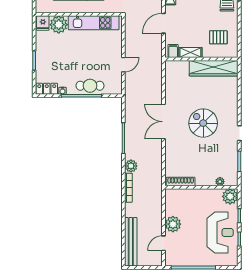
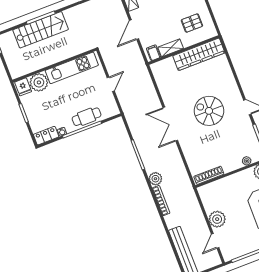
wall: (79, 14) -> (54, 65), moved
fridge: (43, 23) -> (23, 87), moved
kitchen unit: (94, 23) -> (72, 68), moved
plant: (59, 25) -> (39, 82), moved

